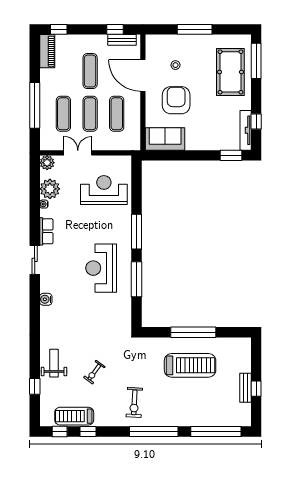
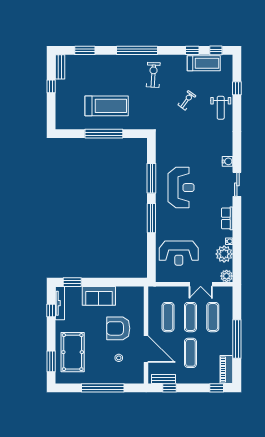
window: (195, 29) -> (103, 388), width x1.46
window: (256, 61) -> (51, 361), width x0.69
armchair: (176, 100) -> (118, 328), turned 90
window: (35, 105) -> (237, 339), moved
sofa: (165, 139) -> (99, 296), moved
sliding door: (35, 260) -> (237, 184), moved
treadmill: (190, 365) -> (107, 106), turned 180
bench: (245, 388) -> (60, 67), moved
window: (216, 432) -> (85, 50), width x0.47

